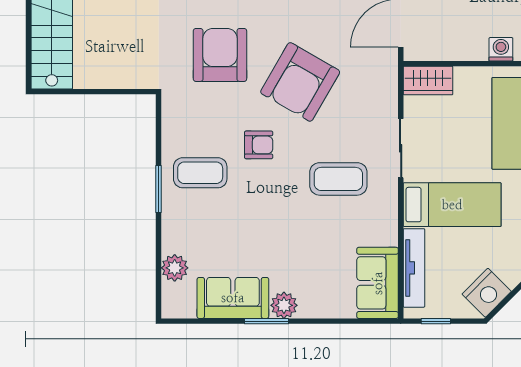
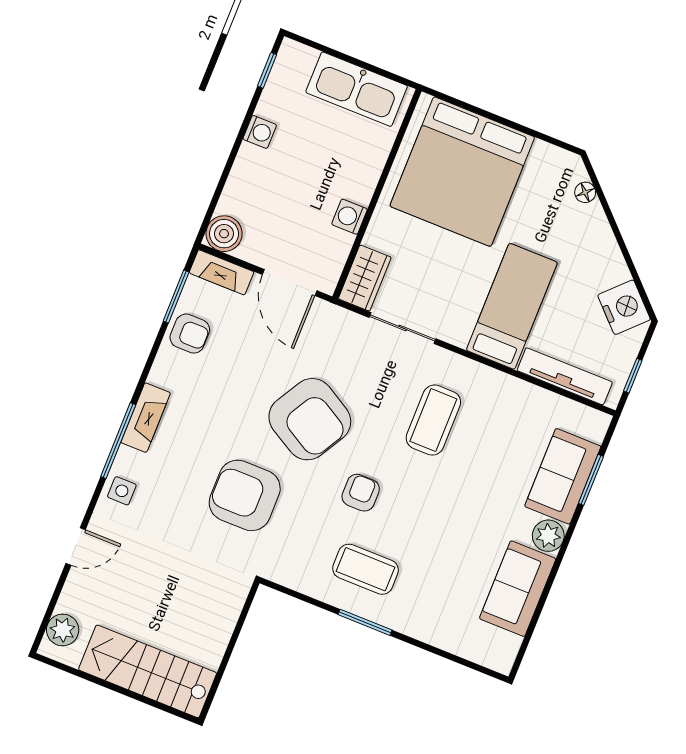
washing machine: (501, 49) -> (349, 217), moved
sliding door: (401, 148) -> (403, 328), moved
coffee table: (200, 173) -> (366, 569), turned 90
plant: (175, 268) -> (459, 639), removed
sofa: (378, 283) -> (563, 476), moved, turned 90
window: (266, 321) -> (591, 480), moved

